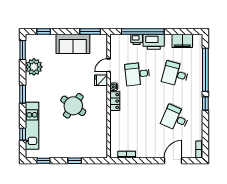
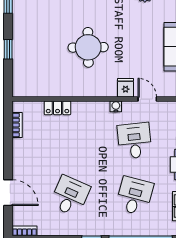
locker: (115, 101) -> (58, 108), moved
round table: (73, 106) -> (88, 47), turned -36

